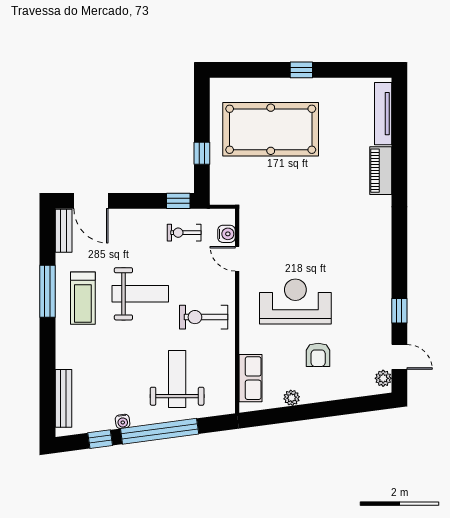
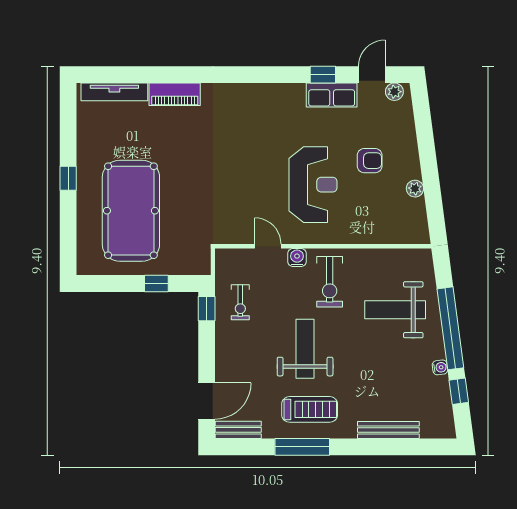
water cooler: (226, 234) -> (297, 258), moved
door: (237, 259) -> (268, 246), swing flipped
reception desk: (295, 301) -> (313, 185), turned 180
row of seats: (250, 378) -> (332, 95), moved, turned 180
bench: (63, 398) -> (388, 430), moved

